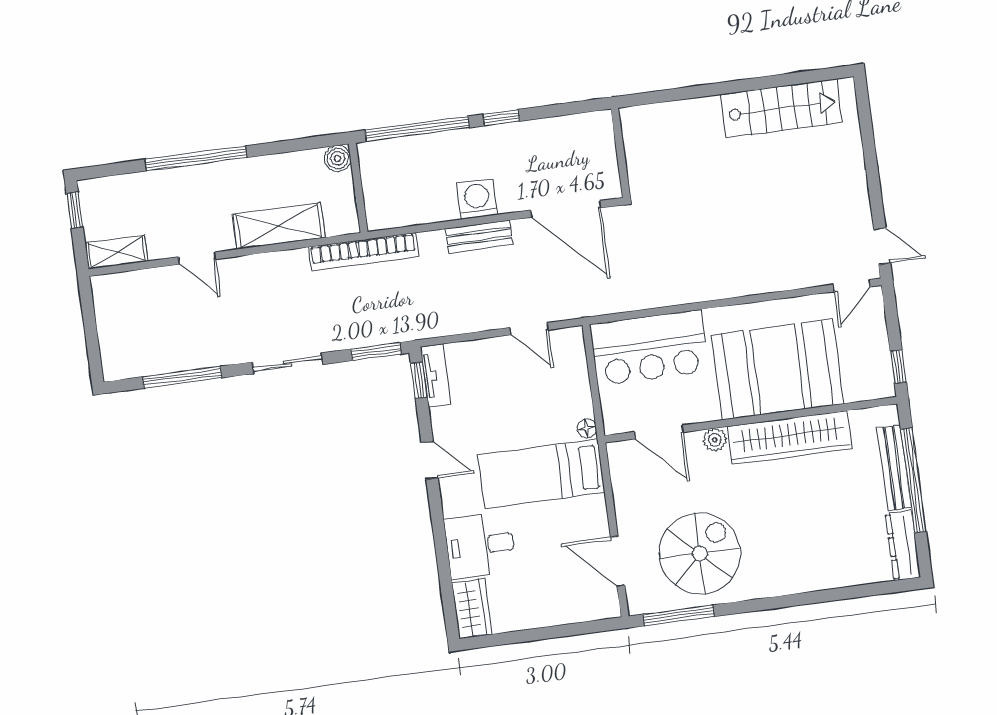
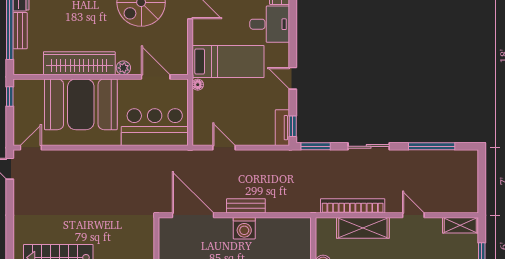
bookcase: (363, 252) -> (353, 206), moved
bench: (894, 468) -> (20, 31), width x0.73

